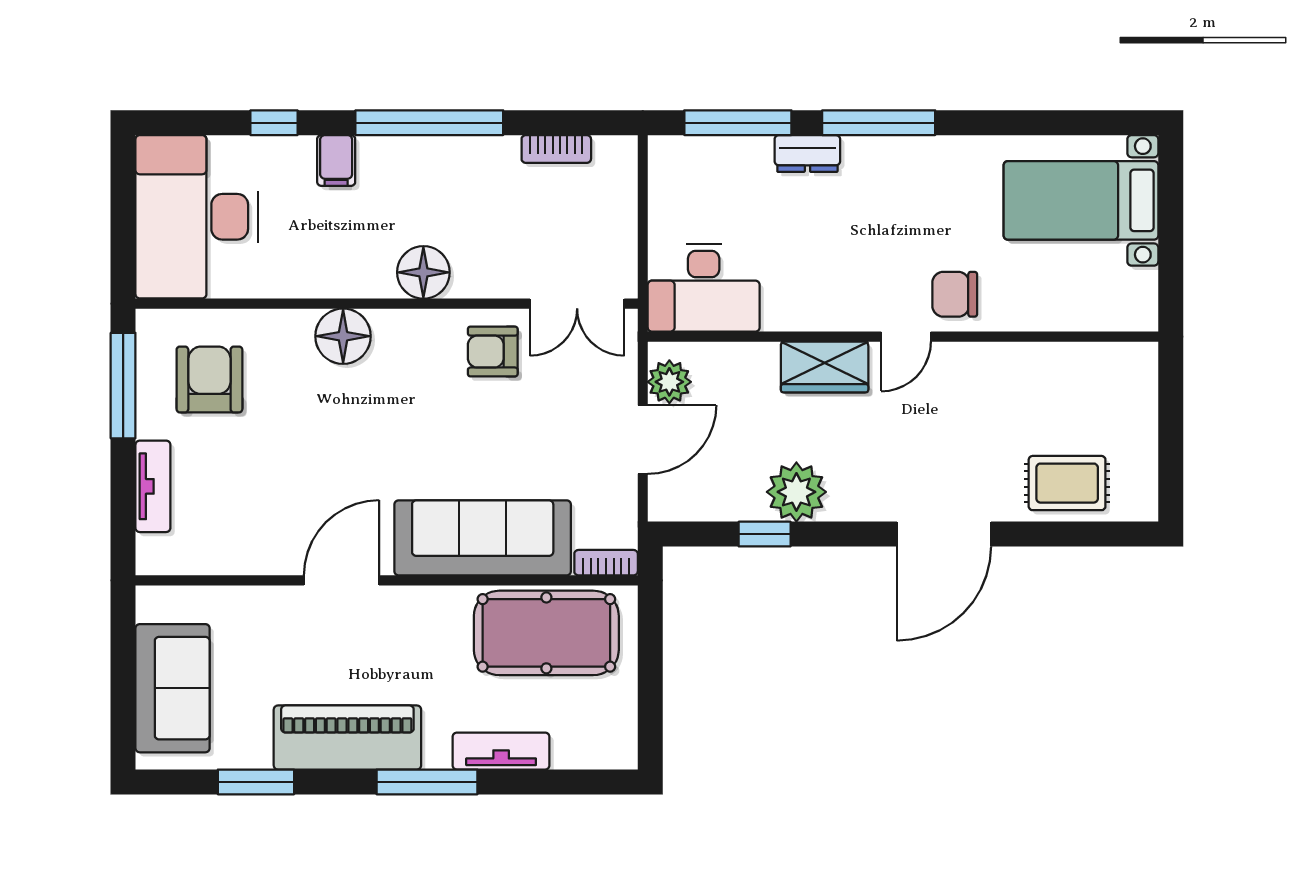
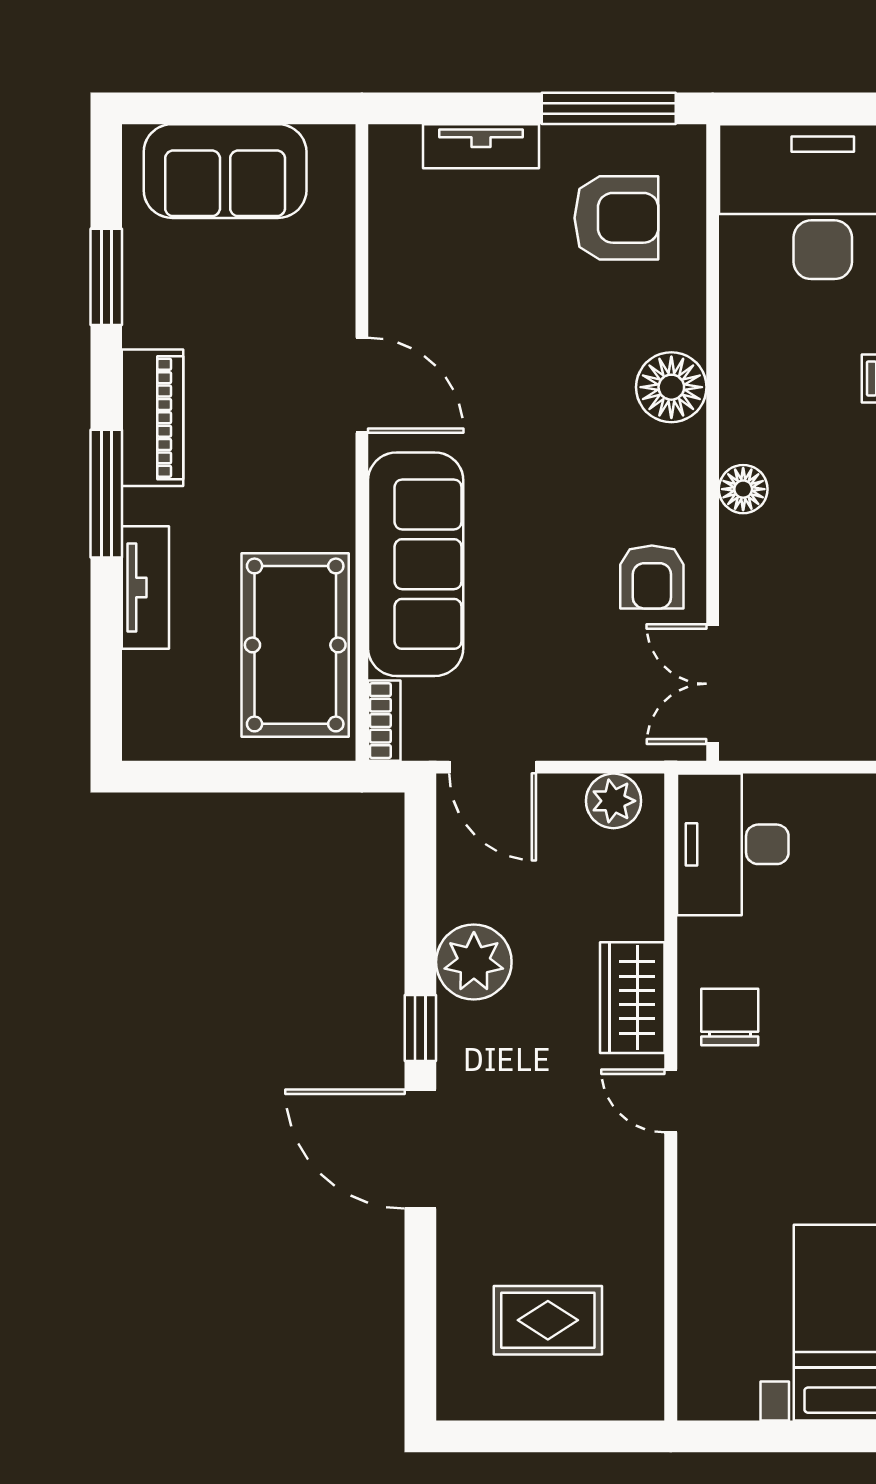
floor lamp: (423, 272) -> (743, 489), width x0.73, depth x0.73
chair: (955, 294) -> (730, 1017), moved
armchair: (493, 352) -> (652, 577), turned 180
door: (643, 440) -> (493, 767), moved
rug: (1067, 483) -> (548, 1320), moved, turned 90
window: (765, 534) -> (420, 1028), moved
piano: (347, 738) -> (153, 418), width x0.73, depth x0.75

